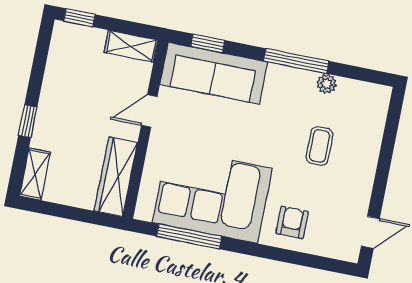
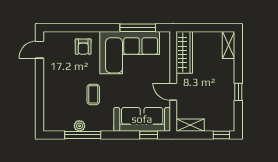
window: (296, 61) -> (83, 135), moved
door: (149, 111) -> (173, 92), swing flipped
window: (28, 121) -> (238, 92), moved
coffee table: (320, 146) -> (93, 94), moved

